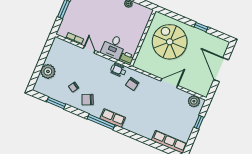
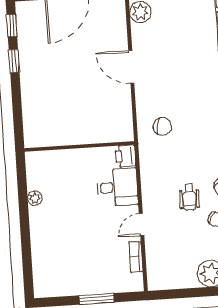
window: (219, 35) -> (12, 26), added
spiral stairs: (170, 42) -> (64, 100), removed
wheelchair: (118, 70) -> (189, 197), moved

